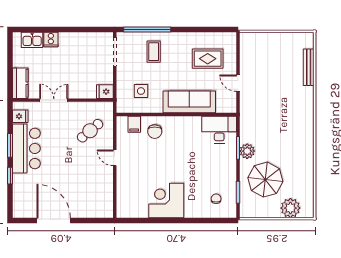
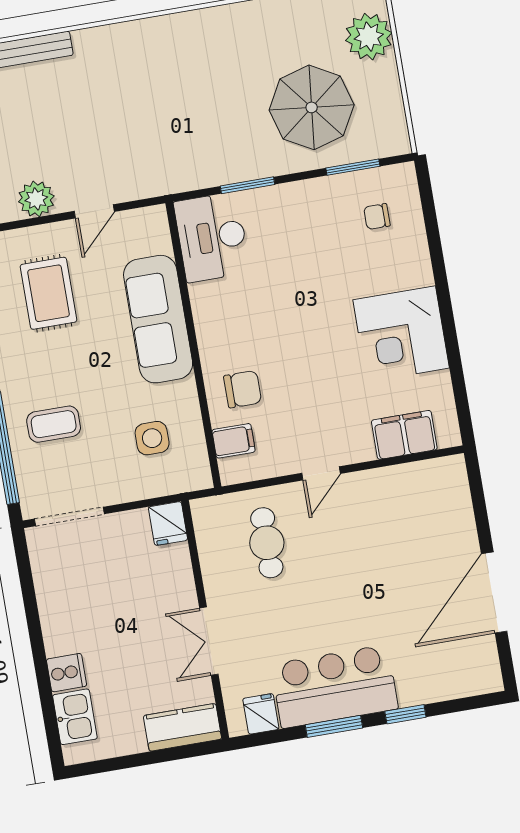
cafe table: (90, 131) -> (267, 543), turned 40
plant: (247, 151) -> (36, 199), moved
filing cabinet: (125, 195) -> (404, 435), added

